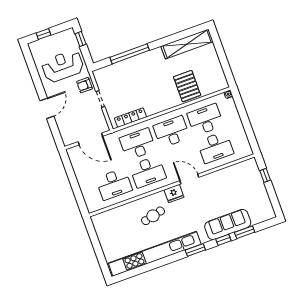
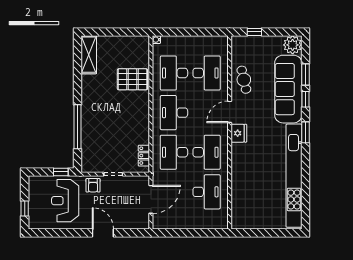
window: (81, 39) -> (61, 172), moved
shelving: (187, 44) -> (89, 55), width x0.68
locker: (130, 118) -> (144, 156), width x0.66
plant: (266, 212) -> (293, 45), added
cafe table: (153, 216) -> (244, 80), moved
sofa: (228, 225) -> (288, 89), width x1.36, depth x1.27

